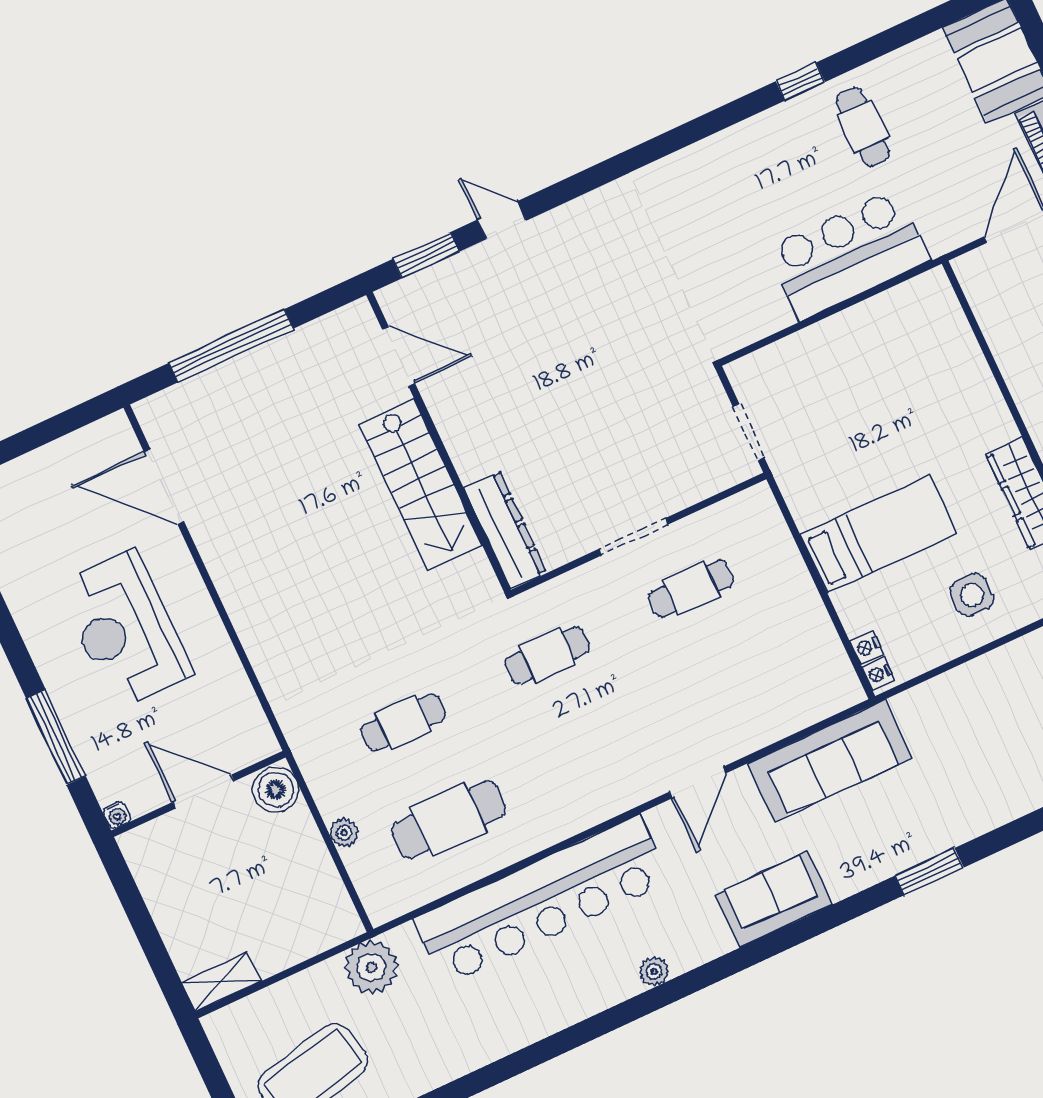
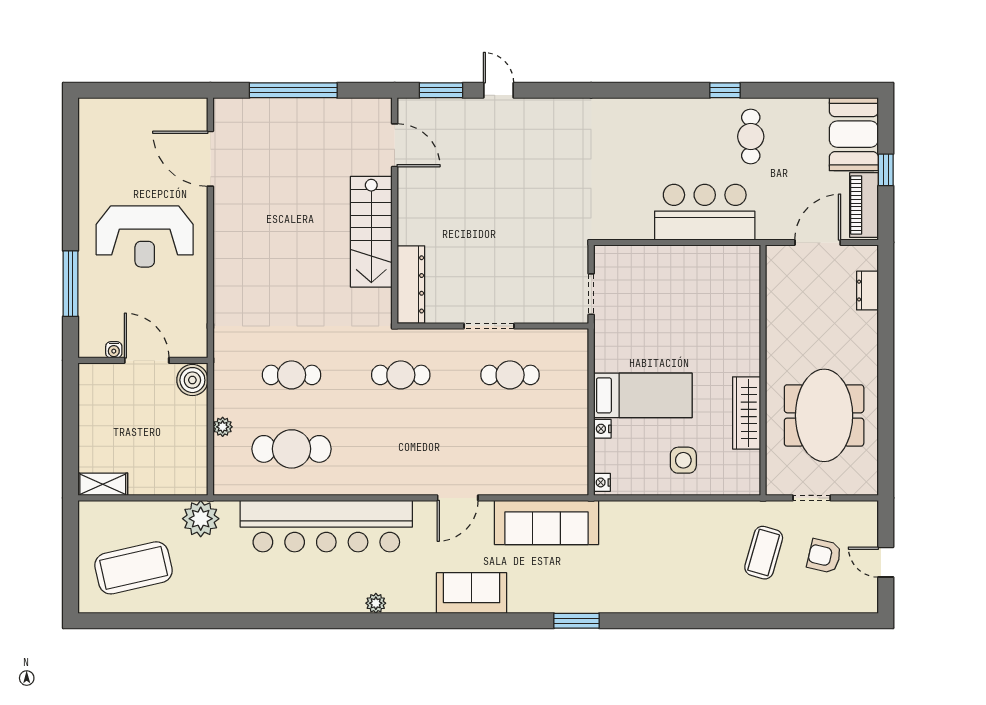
reception desk: (125, 630) -> (145, 237), turned -90
nightstand: (866, 647) -> (602, 429), moved
water cooler: (117, 815) -> (114, 350), moved

